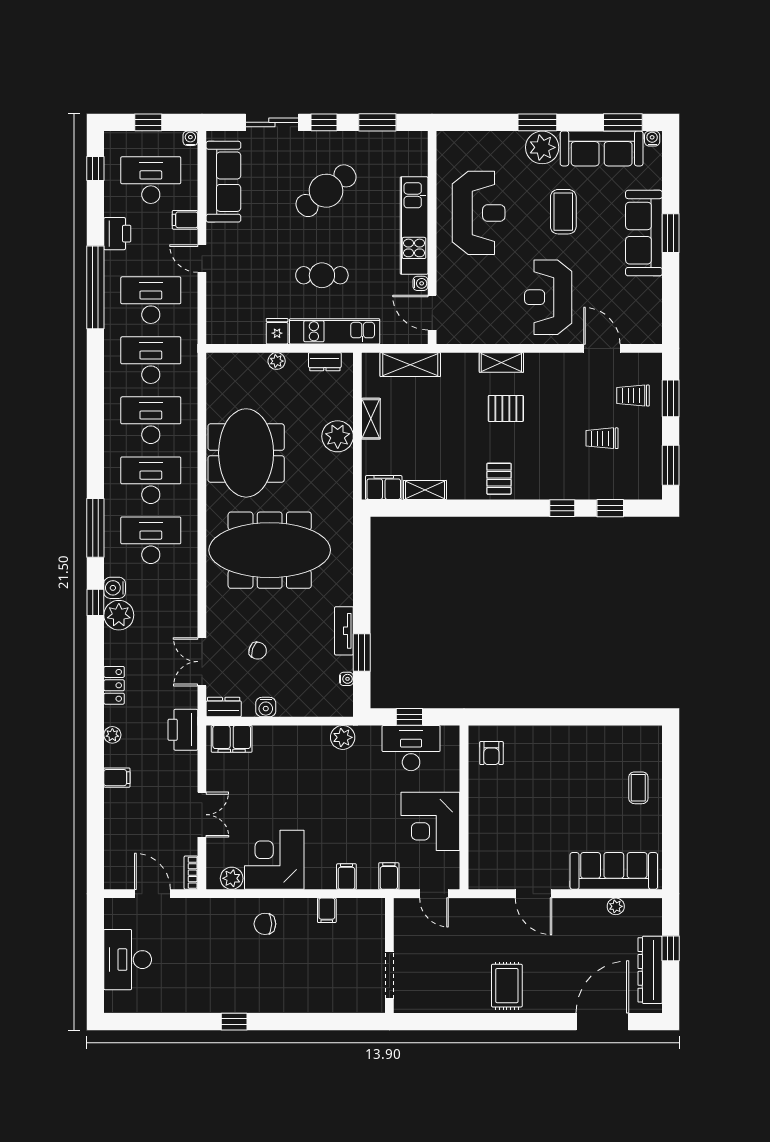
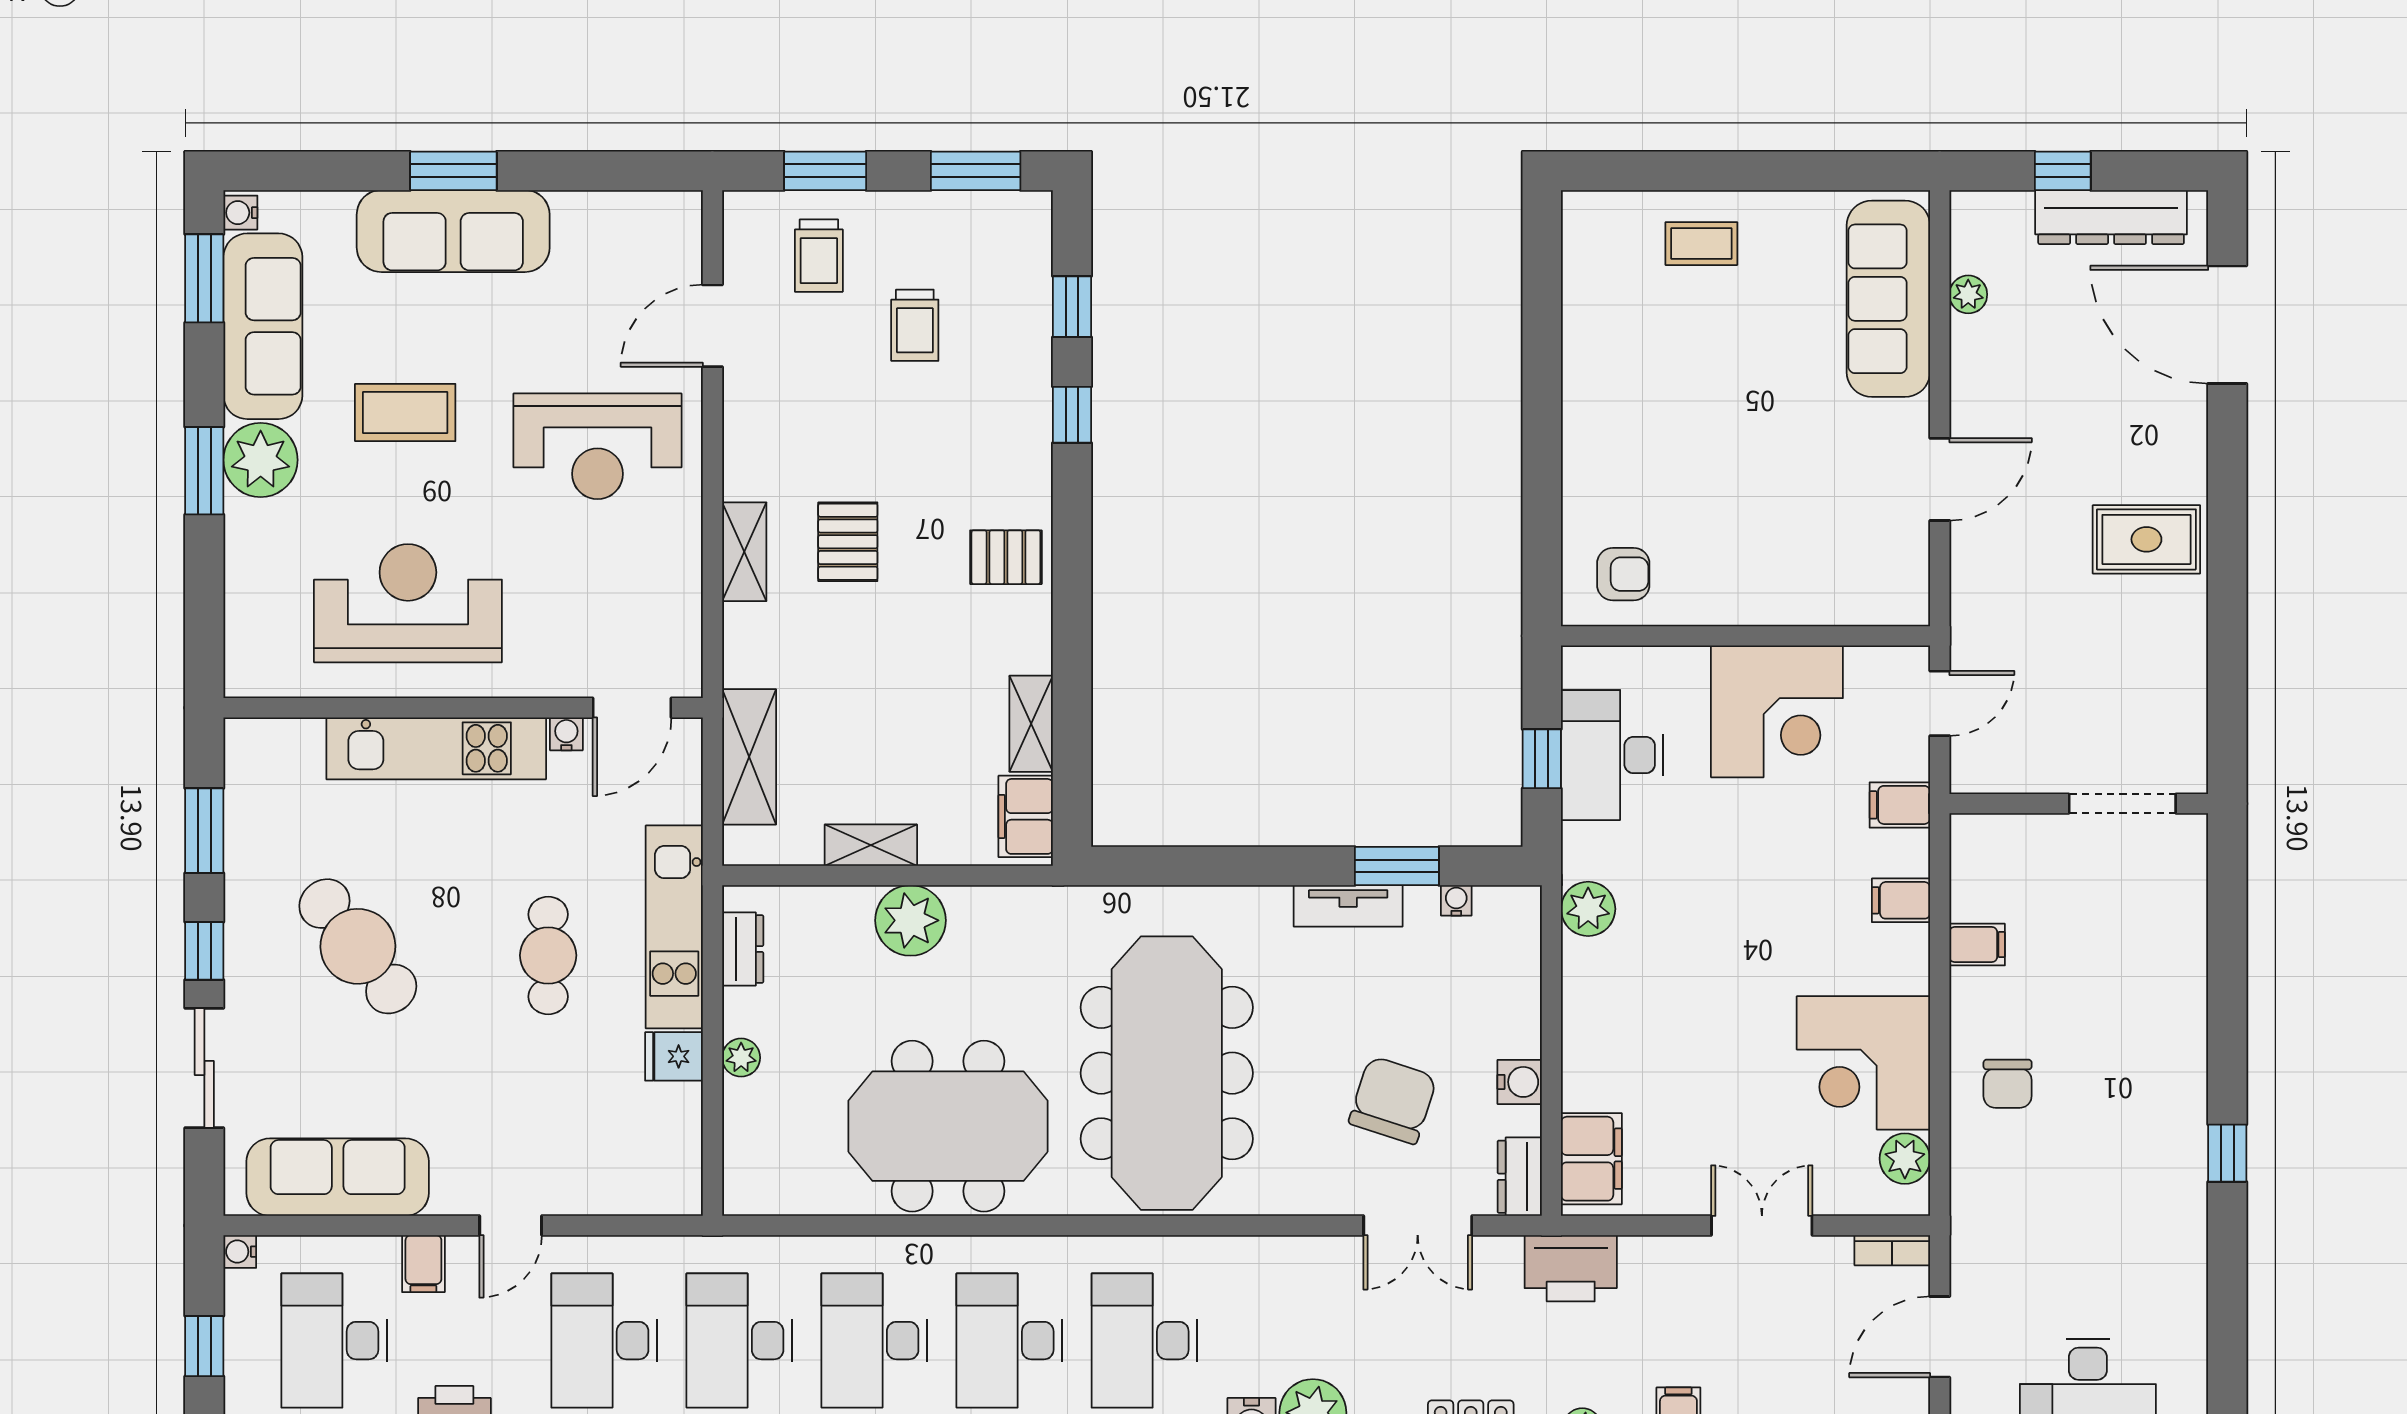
chair: (258, 651) -> (1393, 1100), width x1.87, depth x1.87

